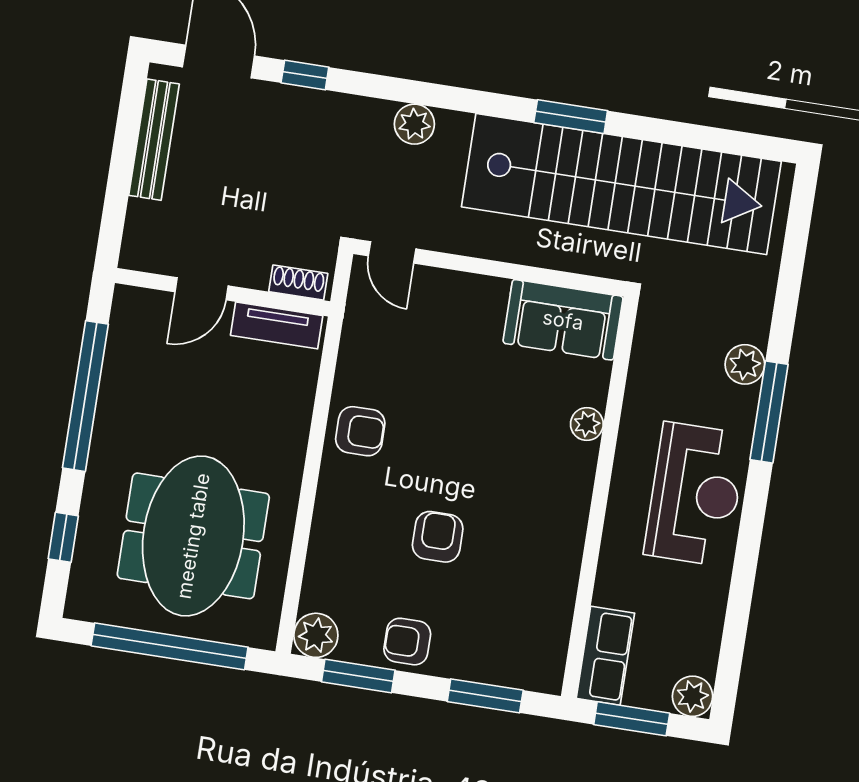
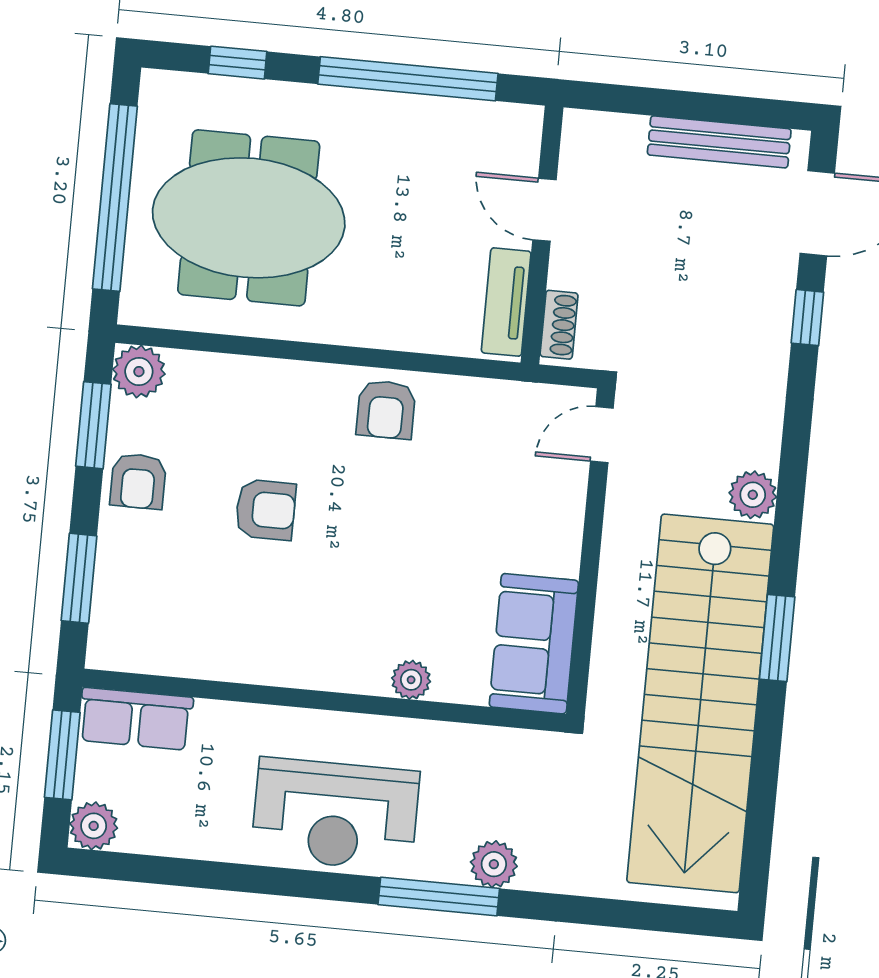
plant: (414, 124) -> (753, 495), moved
armchair: (407, 642) -> (138, 481), turned 180

